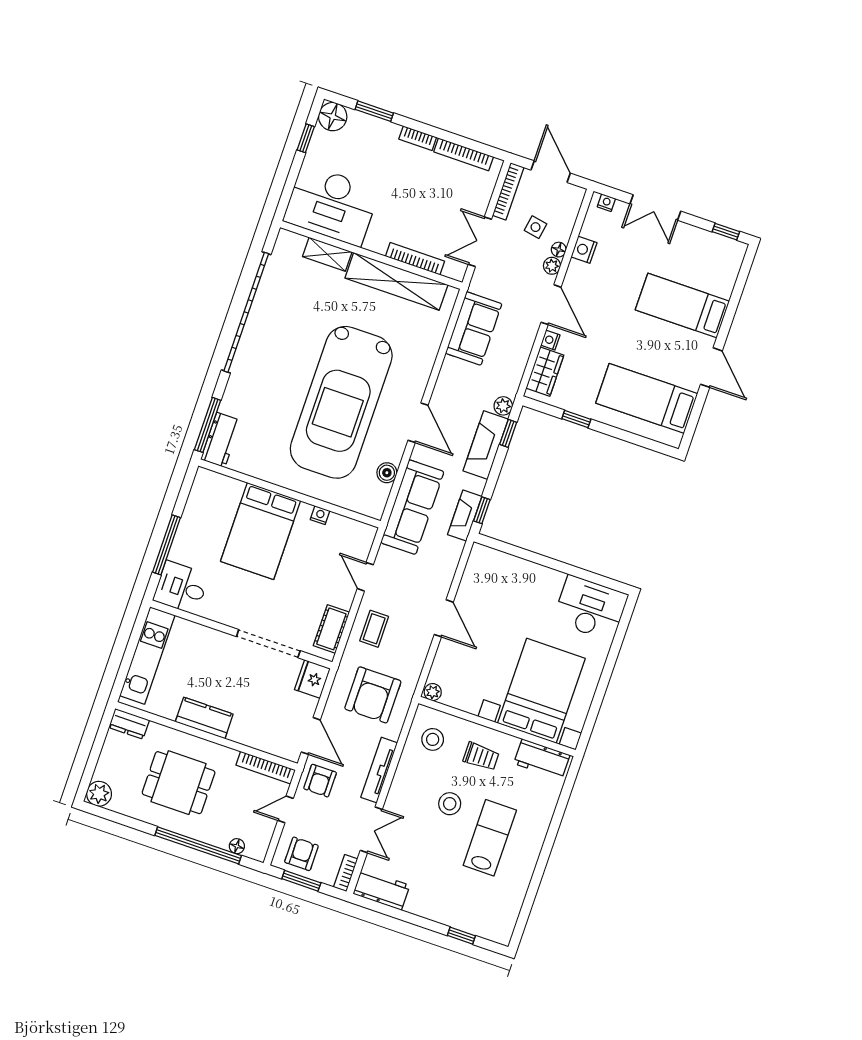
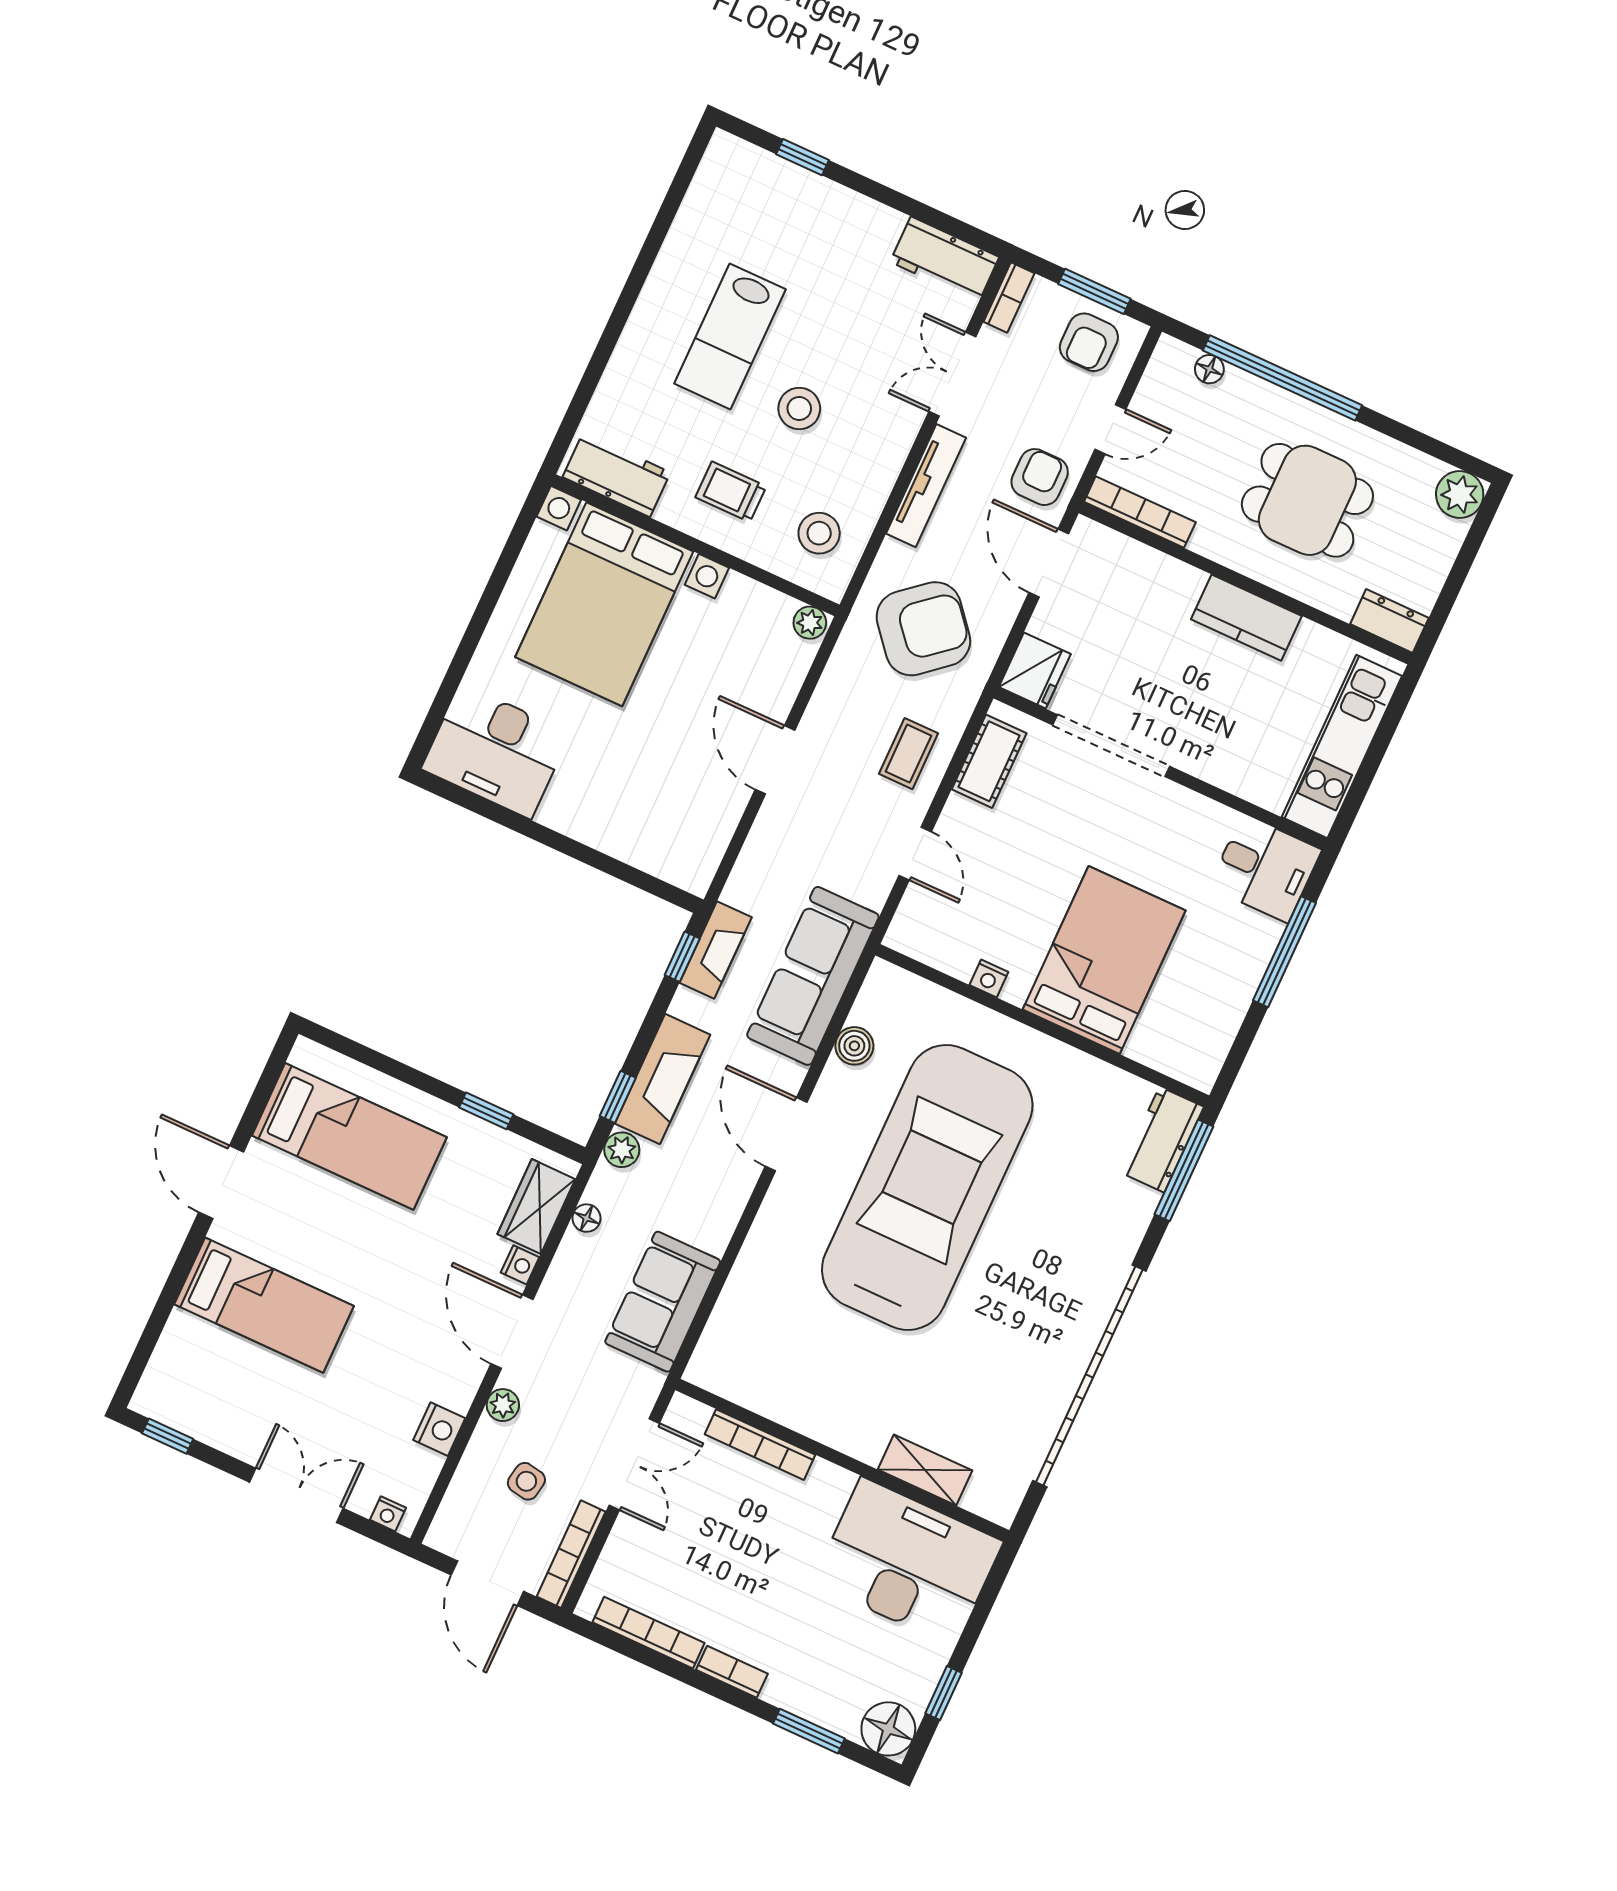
floor lamp: (559, 250) -> (586, 1218), moved
shelving: (396, 281) -> (800, 1405), removed
armchair: (373, 695) -> (923, 629), turned 50

